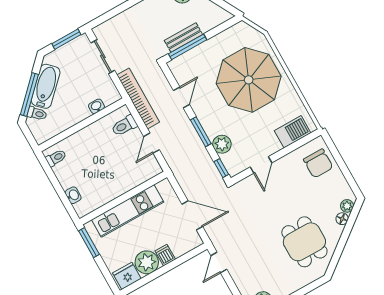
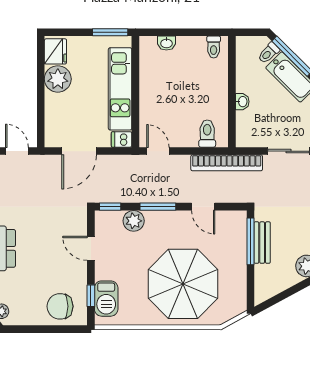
washbasin: (96, 106) -> (242, 102), moved
door: (152, 143) -> (158, 151), moved
window: (297, 145) -> (91, 296), added
dishwasher: (165, 255) -> (122, 139), moved, turned 180

